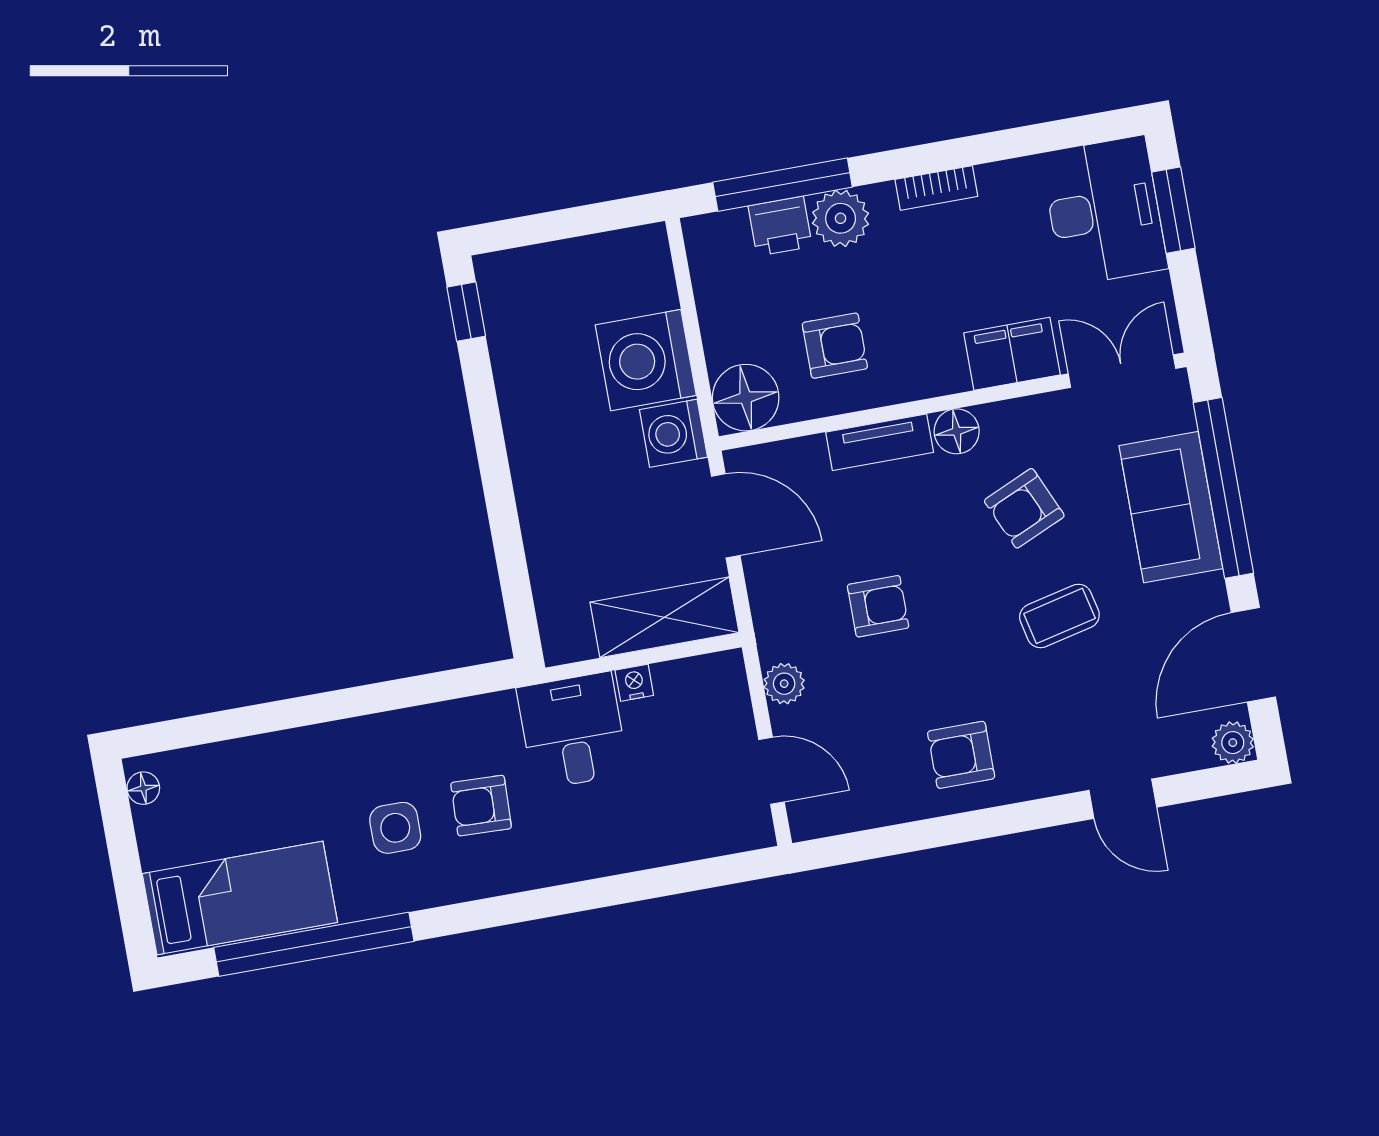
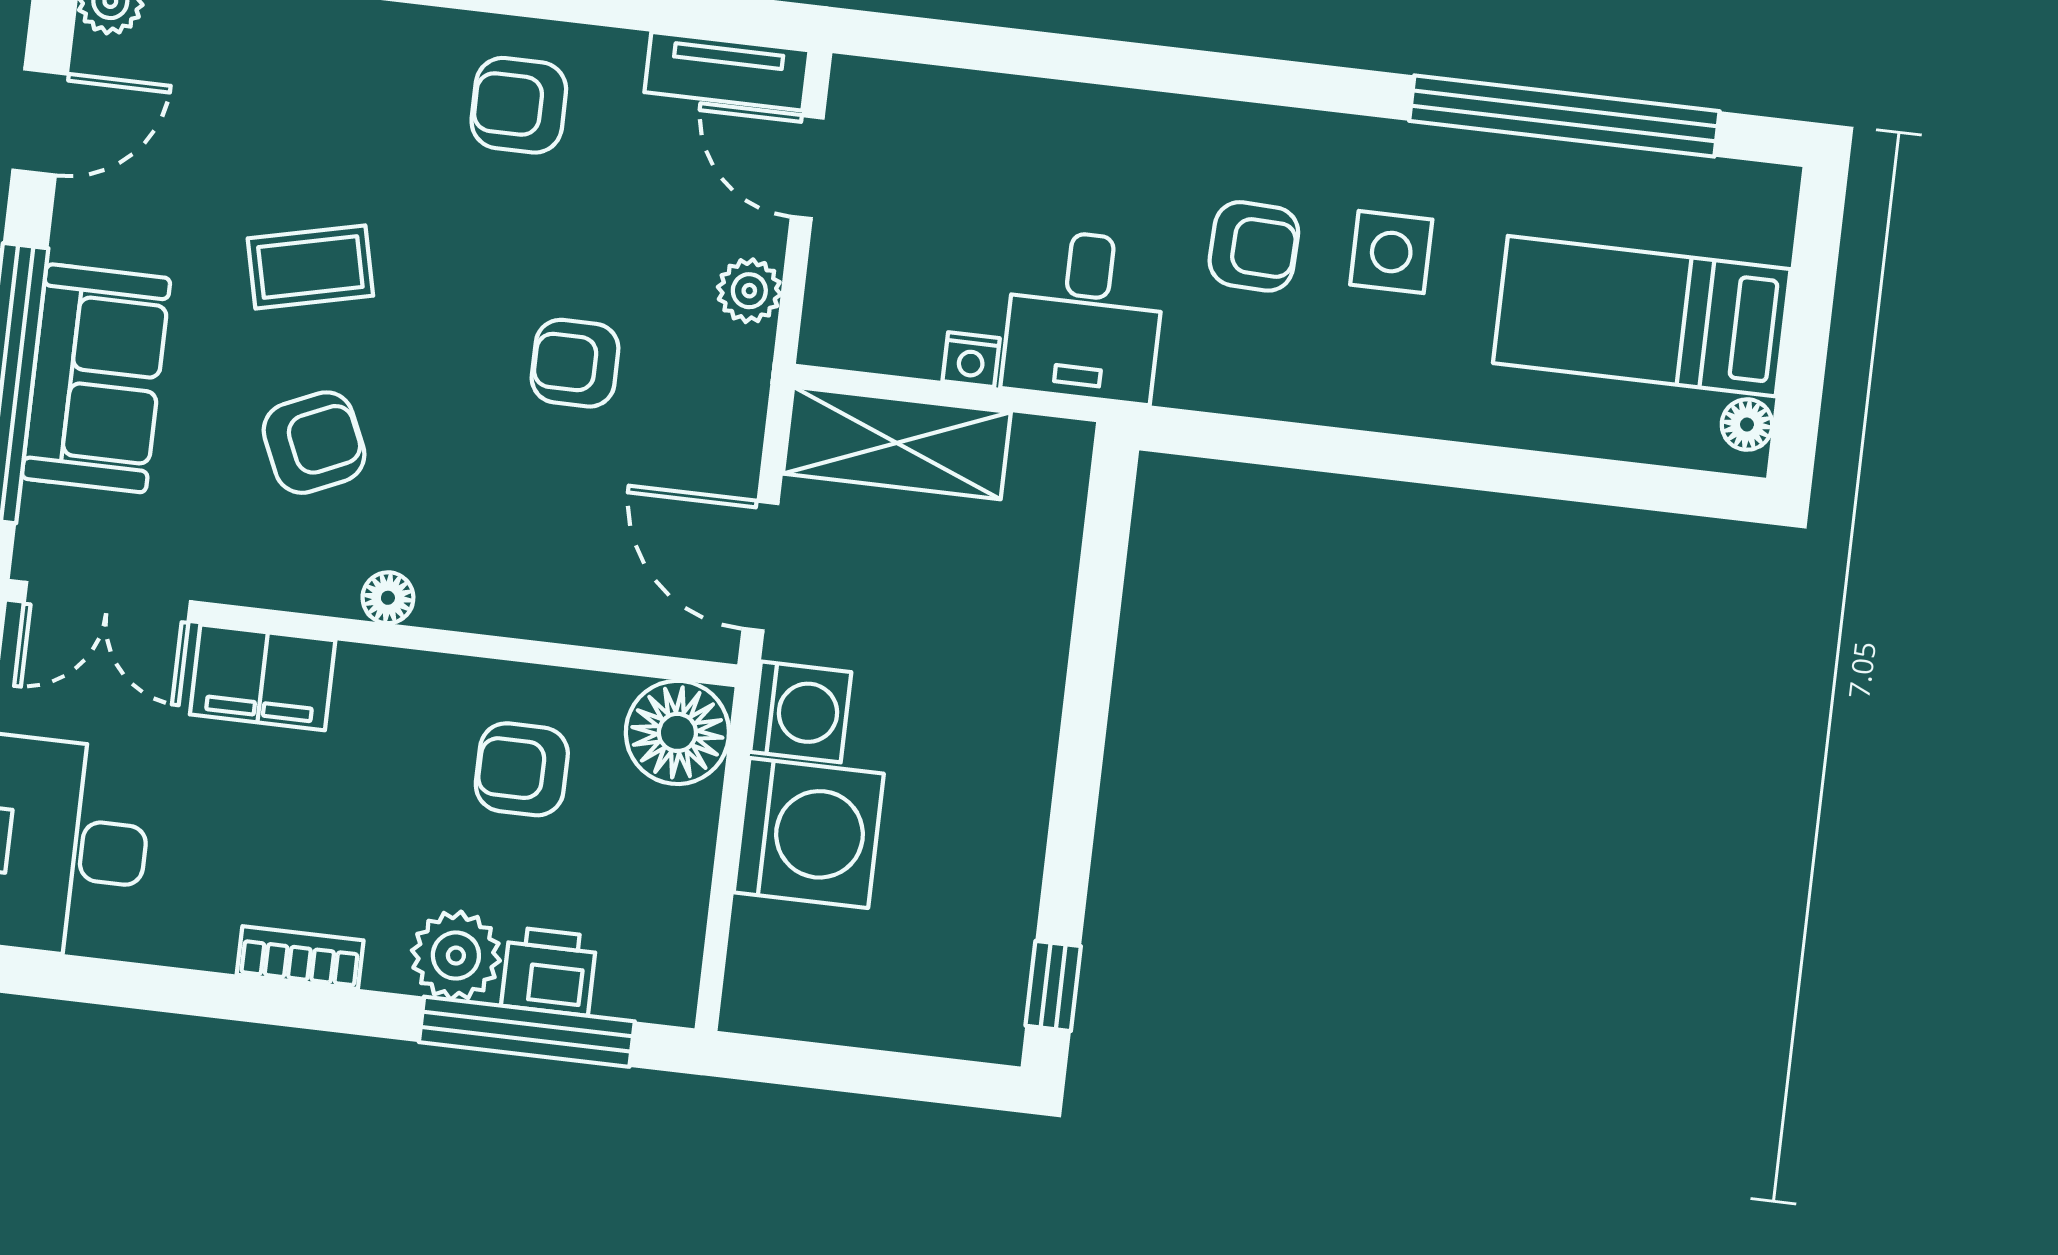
floor lamp: (957, 431) -> (388, 598), width x0.73, depth x0.73
tv unit: (880, 442) -> (727, 71), moved, turned 180
door: (1253, 655) -> (40, 122), width x0.73
armchair: (961, 755) -> (519, 105), turned 180
bed: (240, 898) -> (1642, 316), moved

